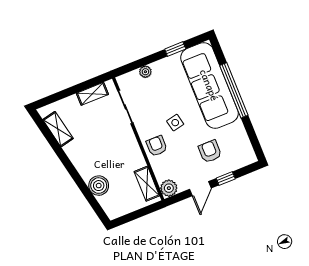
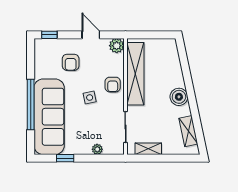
window: (226, 178) -> (49, 35), moved
shelving: (147, 184) -> (135, 74), width x2.20, depth x1.33
boiler: (99, 186) -> (179, 97), moved
door: (200, 189) -> (91, 35), hinge flipped

